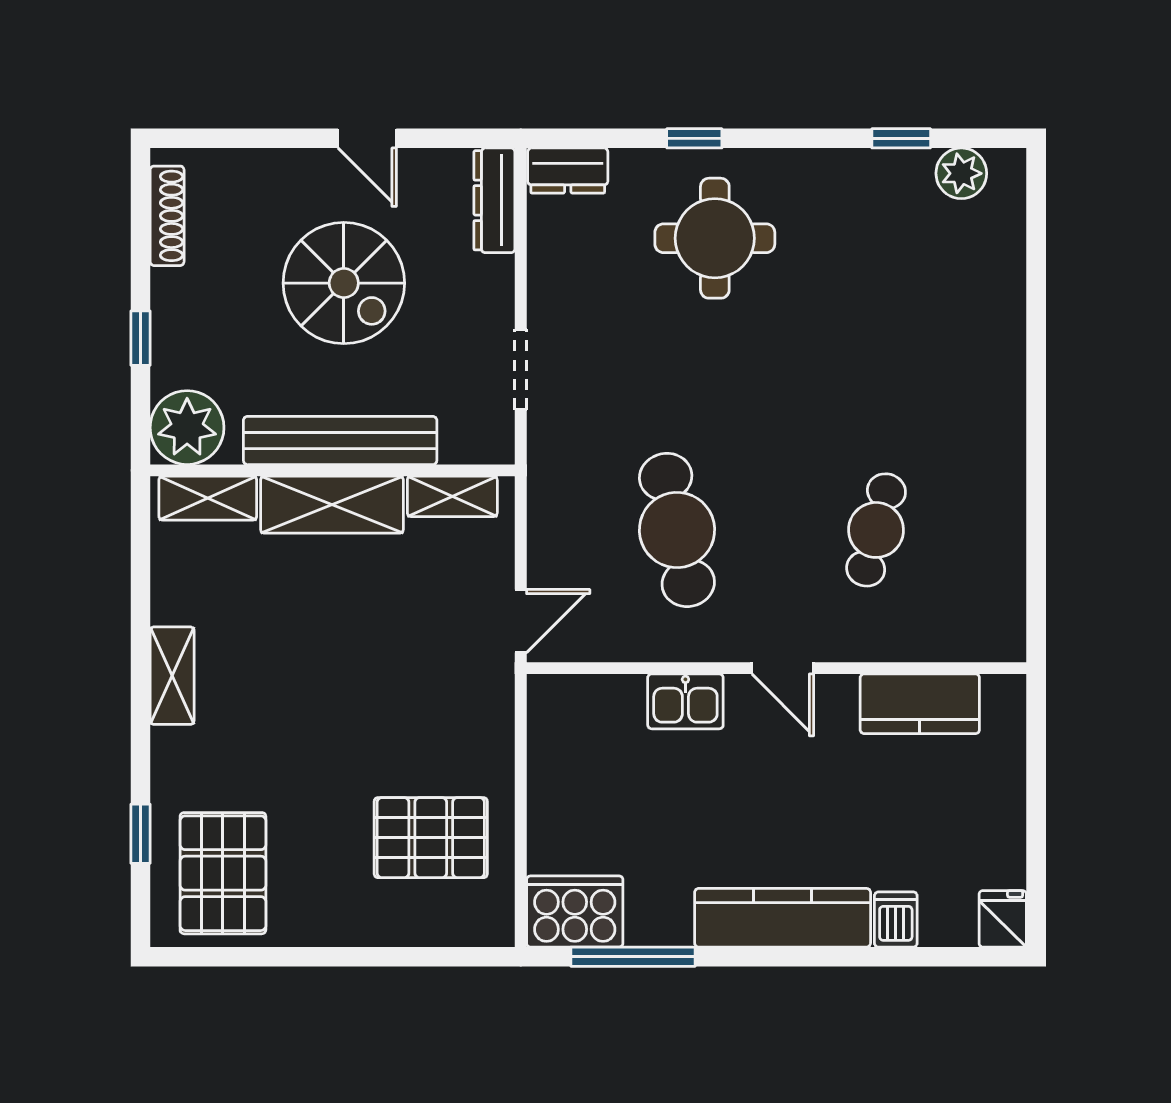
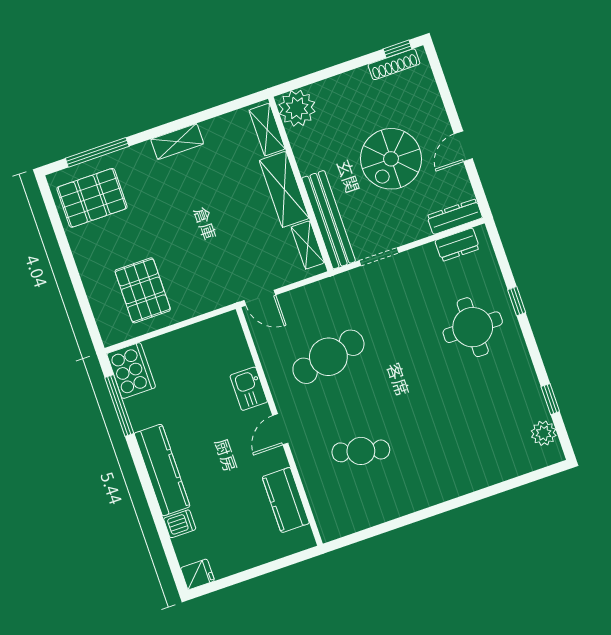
dresser: (568, 171) -> (457, 245), moved, turned -90
window: (140, 338) -> (397, 49), moved
bench: (340, 440) -> (329, 220), moved
window: (140, 834) -> (97, 152), width x2.17

